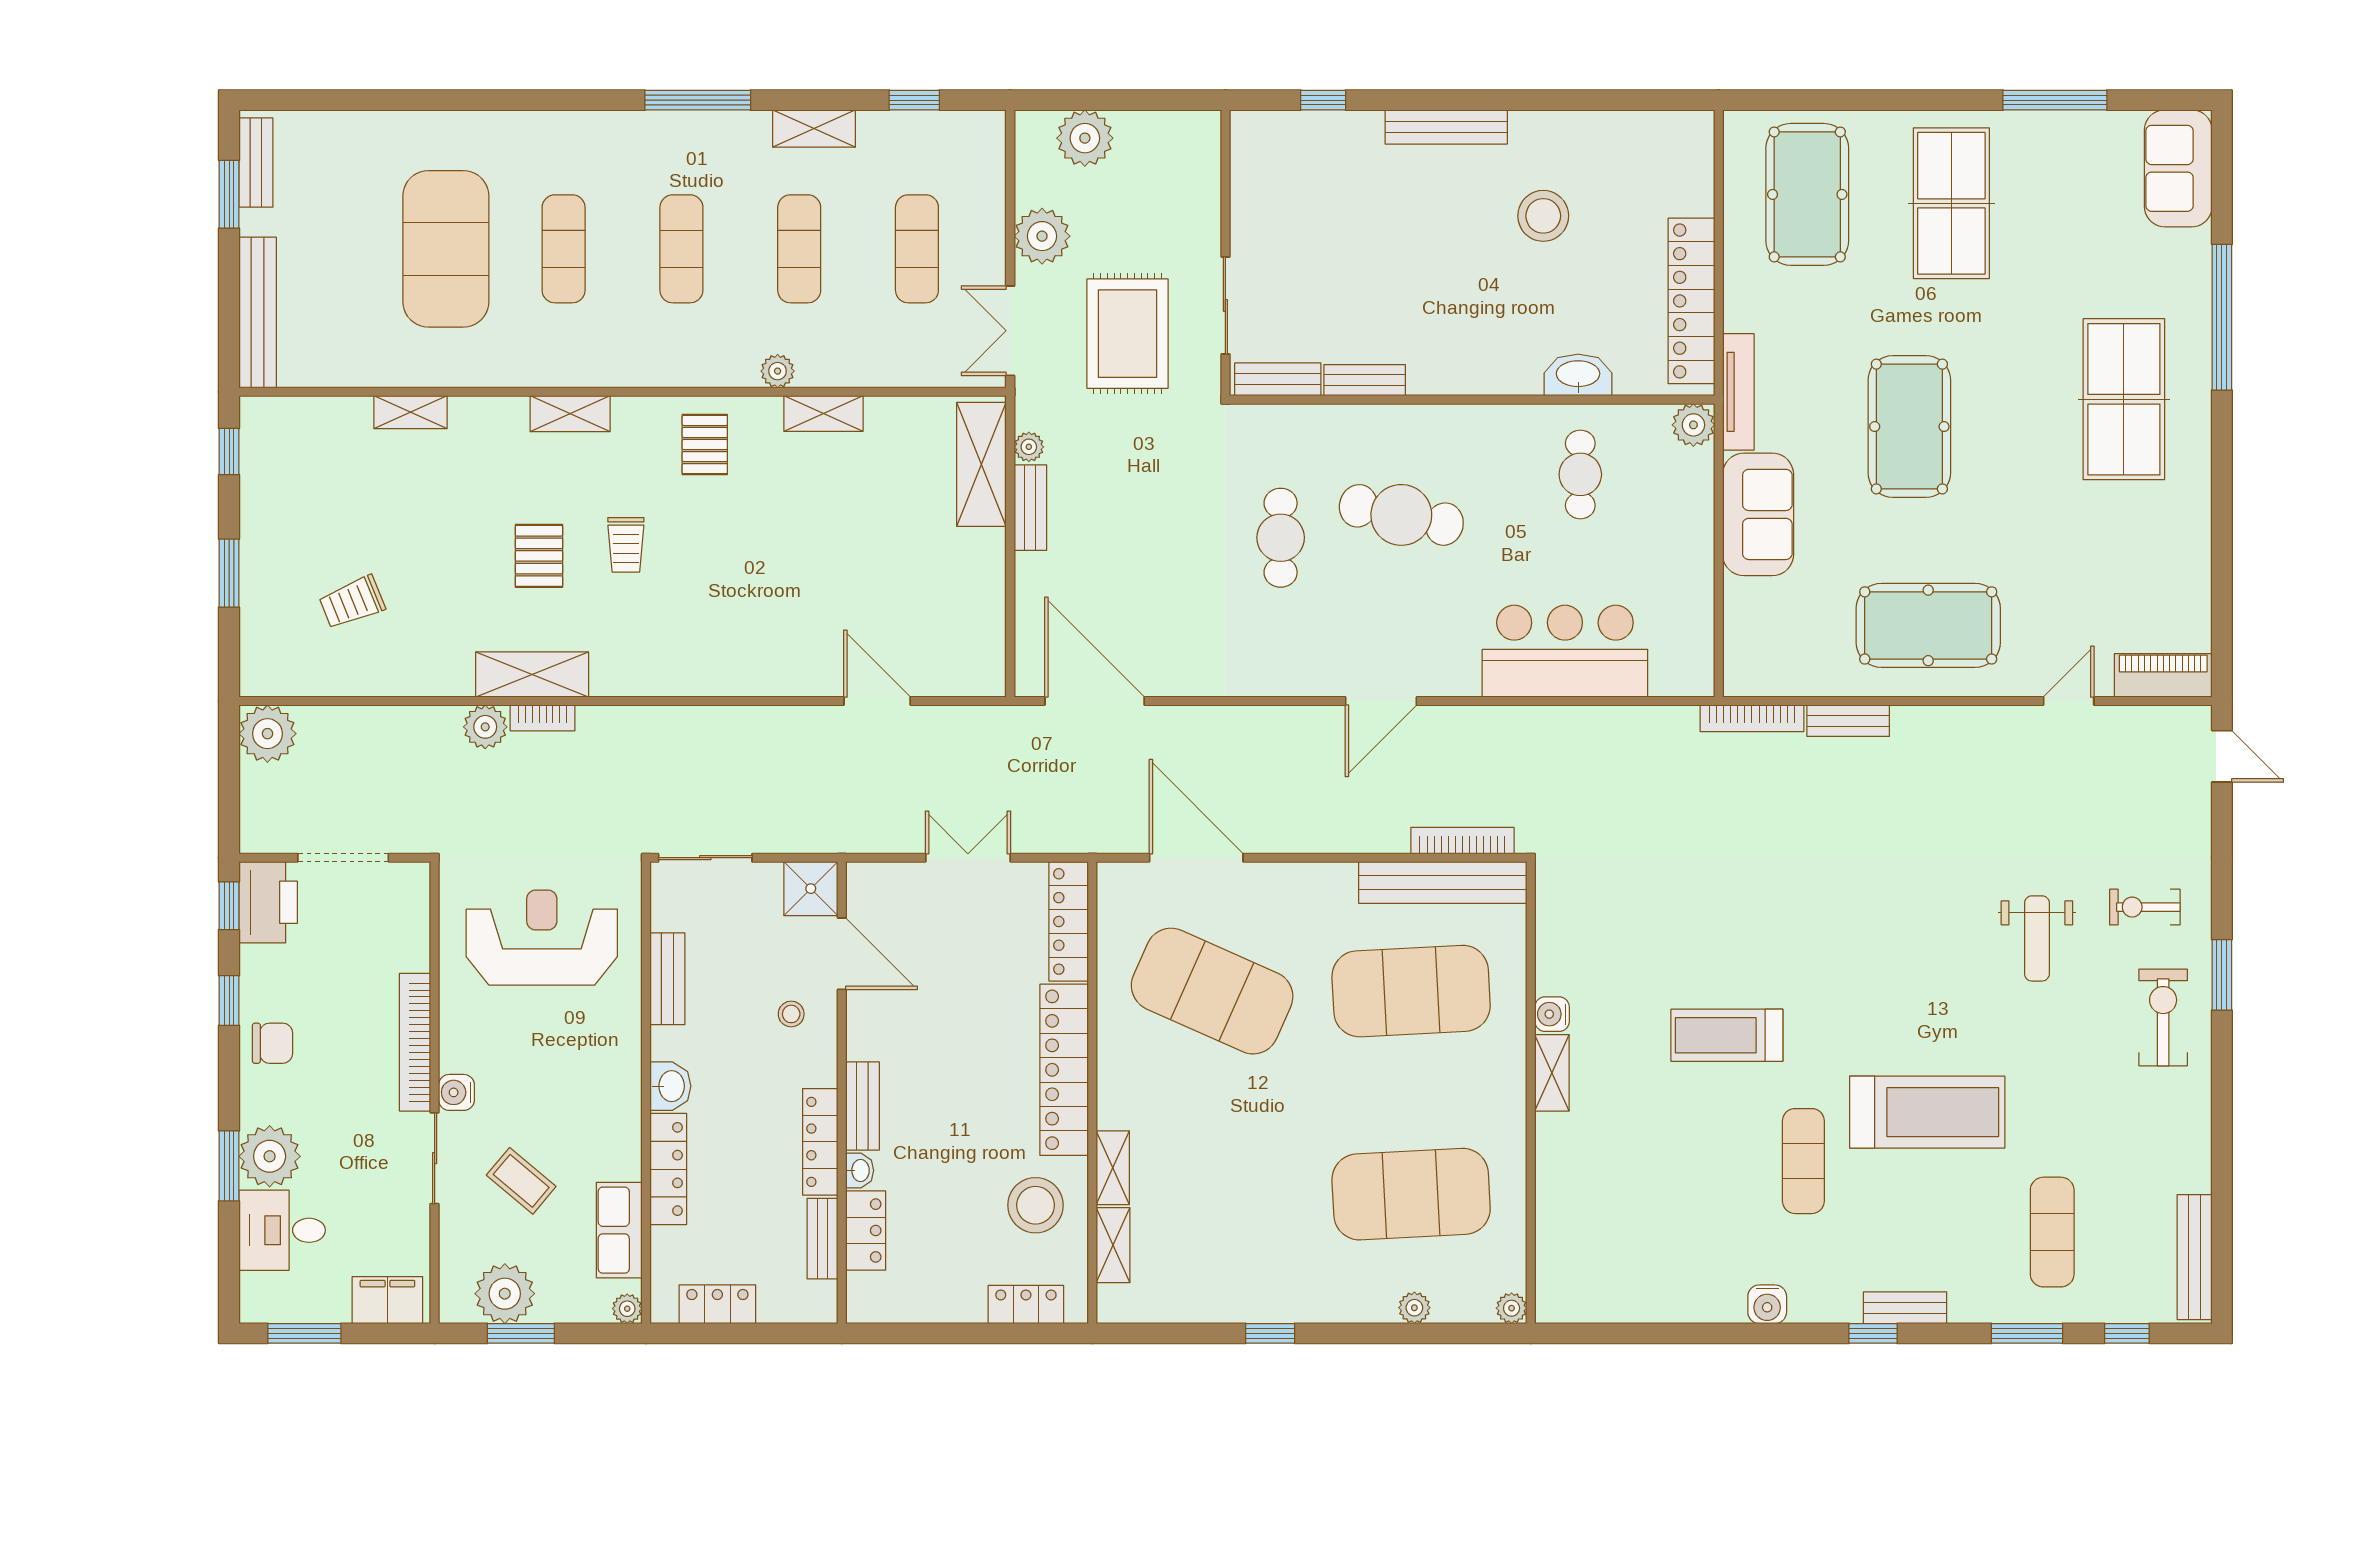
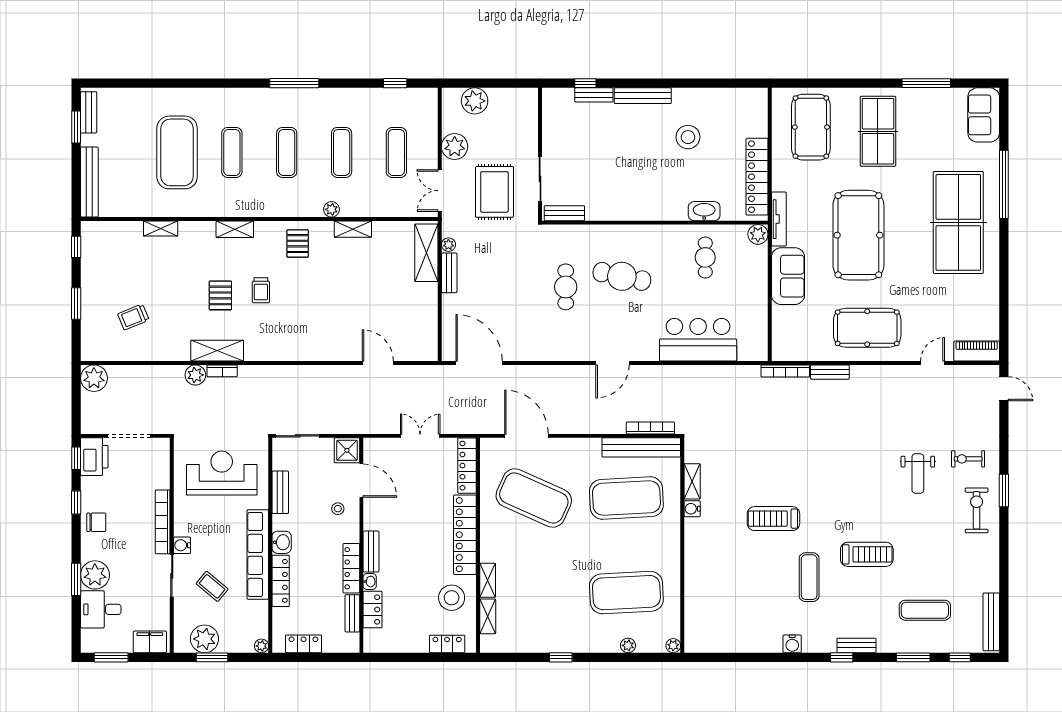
shelving: (814, 129) -> (348, 96), removed
bench: (1365, 380) -> (594, 95), moved
table tennis table: (2124, 399) -> (958, 222), width x1.36, depth x1.32
pool table: (1909, 427) -> (858, 235), width x1.36, depth x1.32
shelving: (1552, 1073) -> (692, 481), moved
treadmill: (1927, 1112) -> (867, 554), width x0.73, depth x0.73
row of seats: (619, 1230) -> (258, 554), moved, width x2.02
exercise mat: (2052, 1232) -> (925, 610), turned 90

